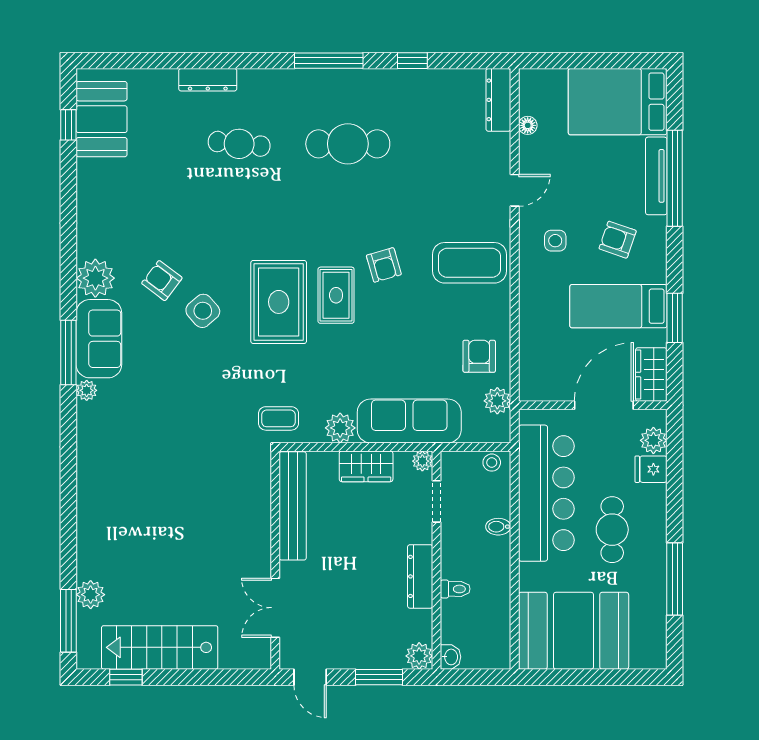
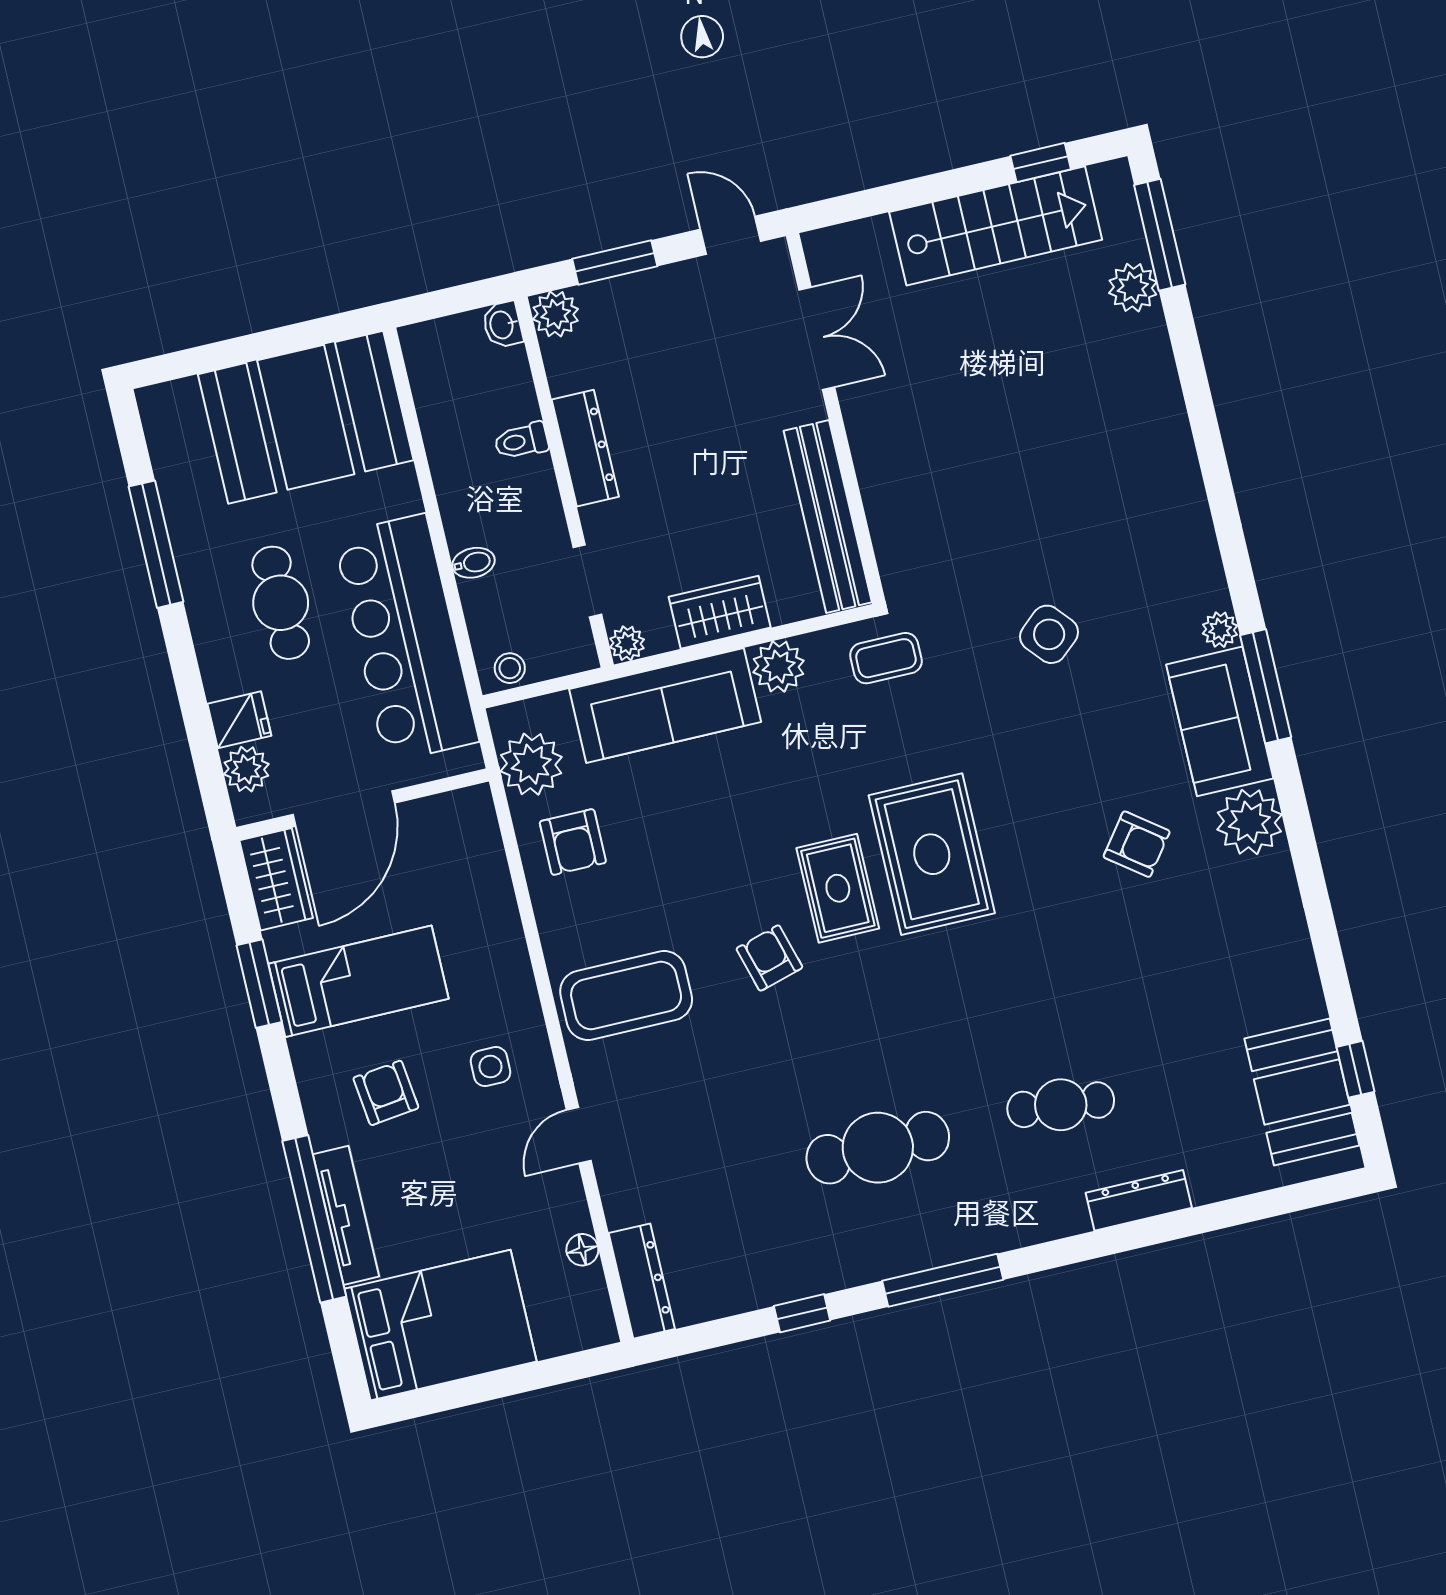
armchair: (618, 240) -> (386, 1093), turned -116
side table: (203, 311) -> (1049, 634), moved
plant: (497, 401) -> (531, 764), width x1.36, depth x1.36

